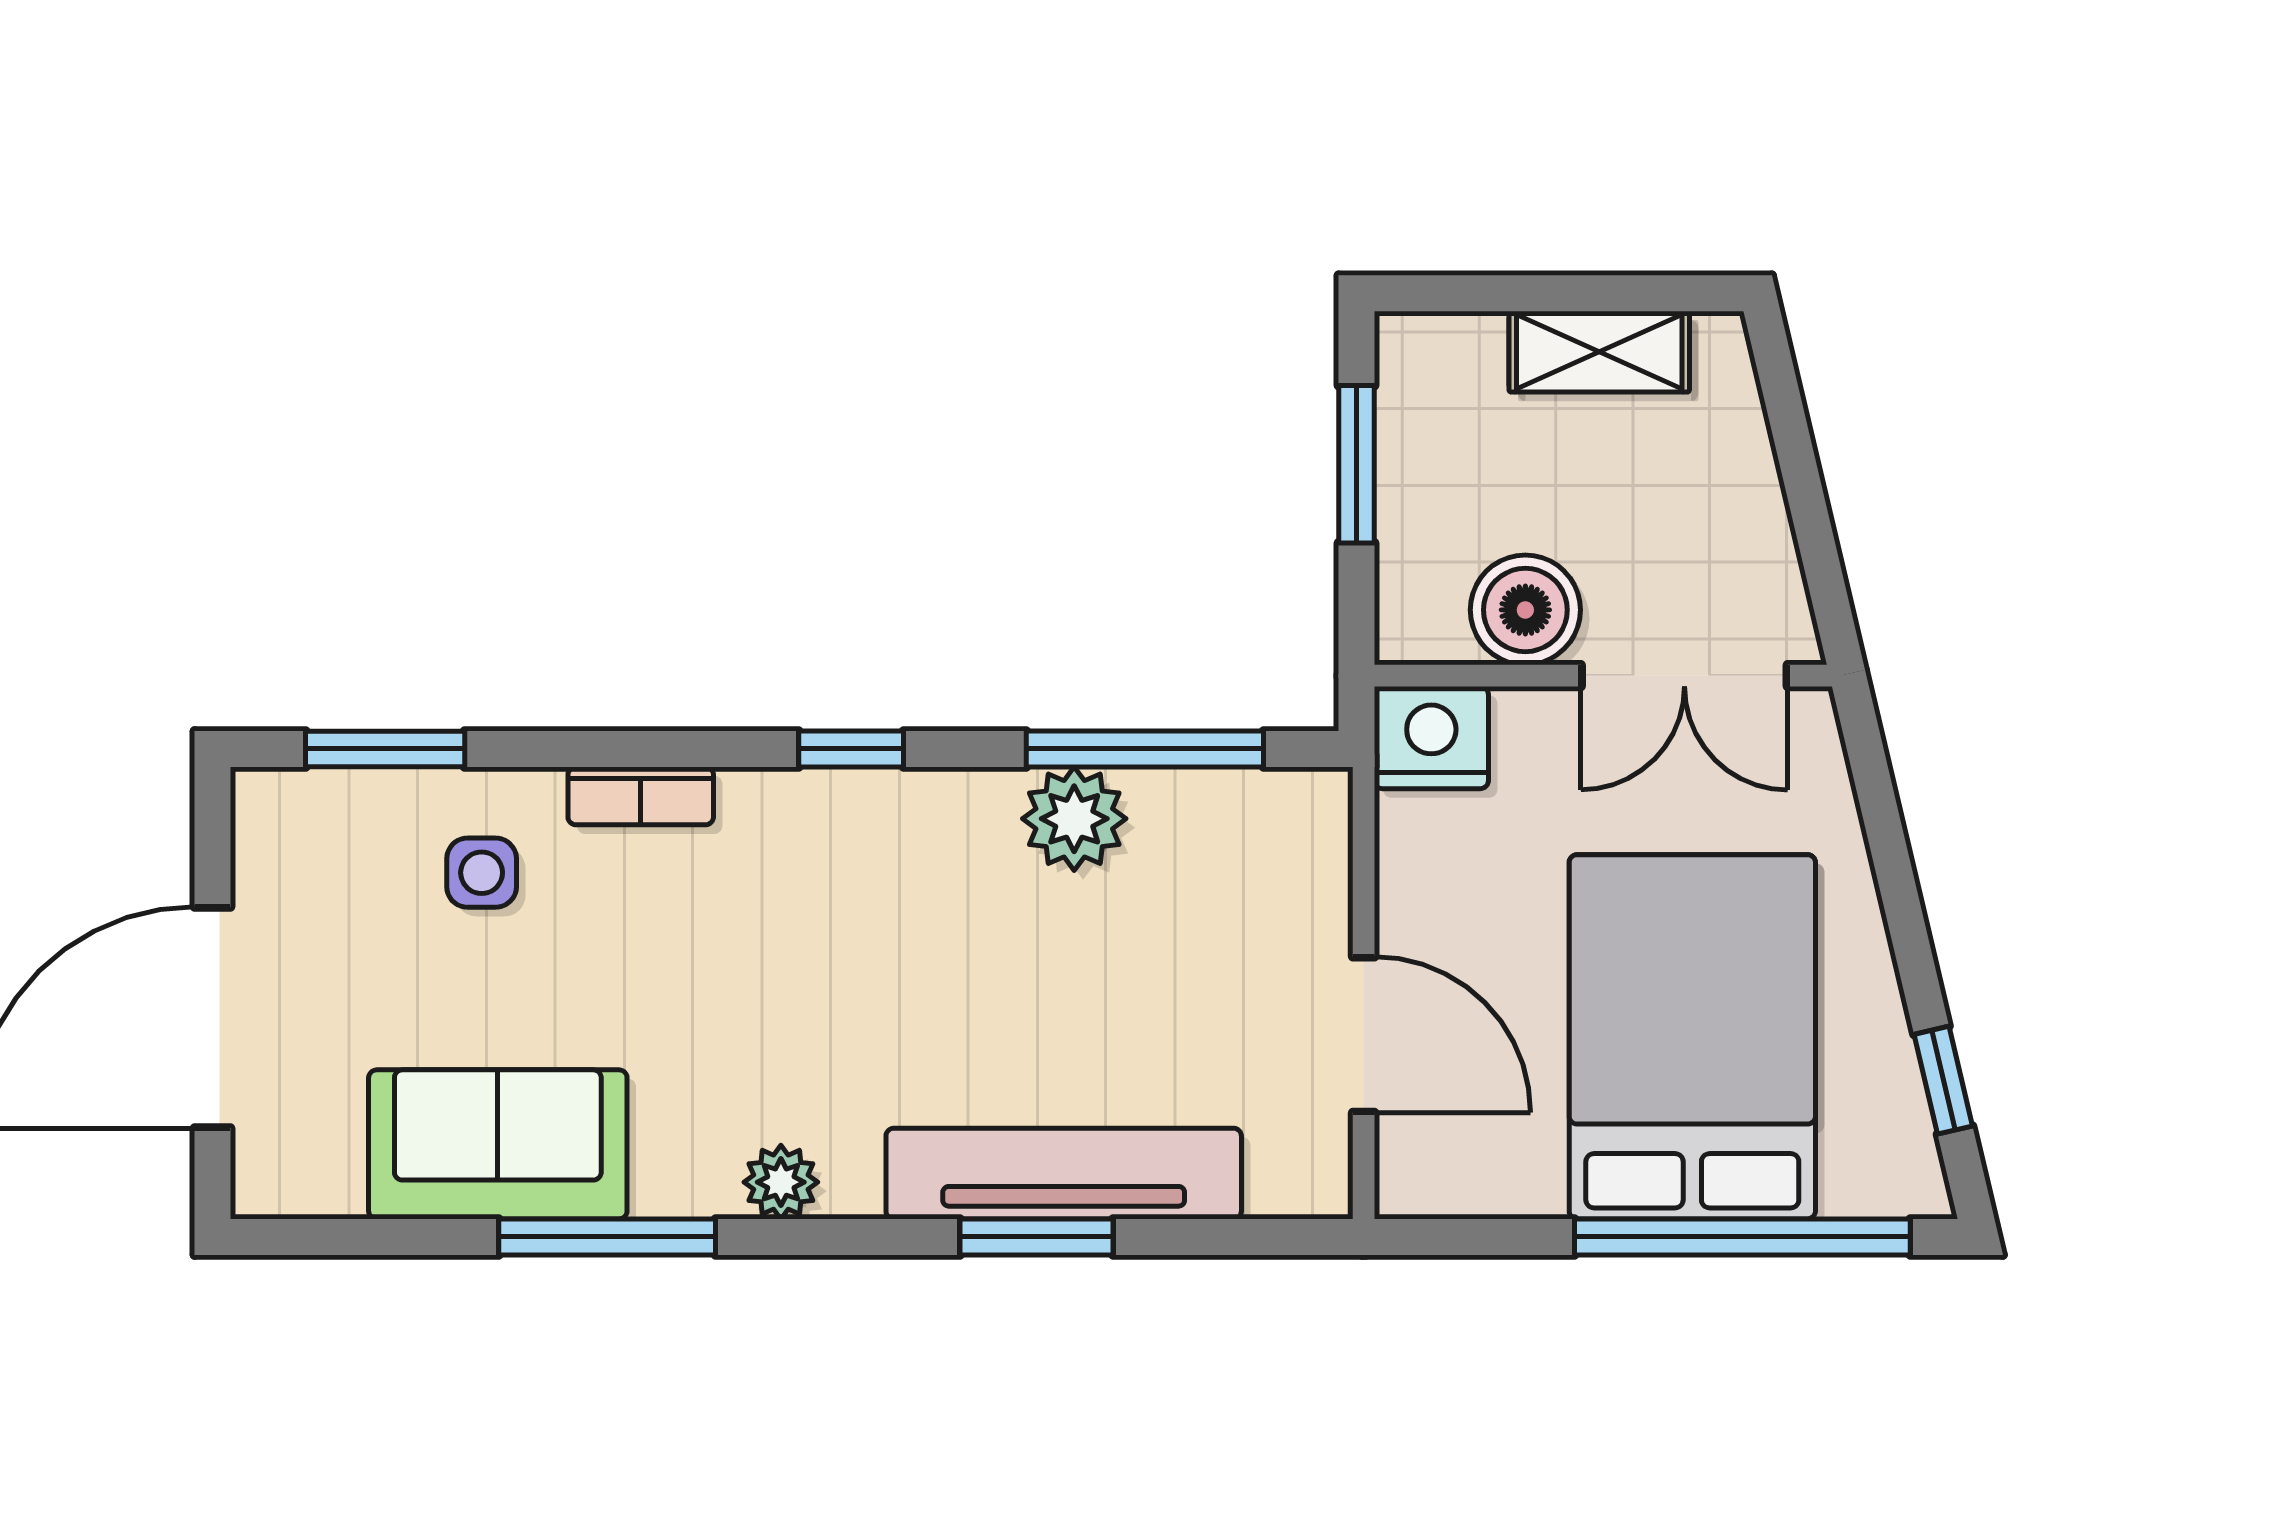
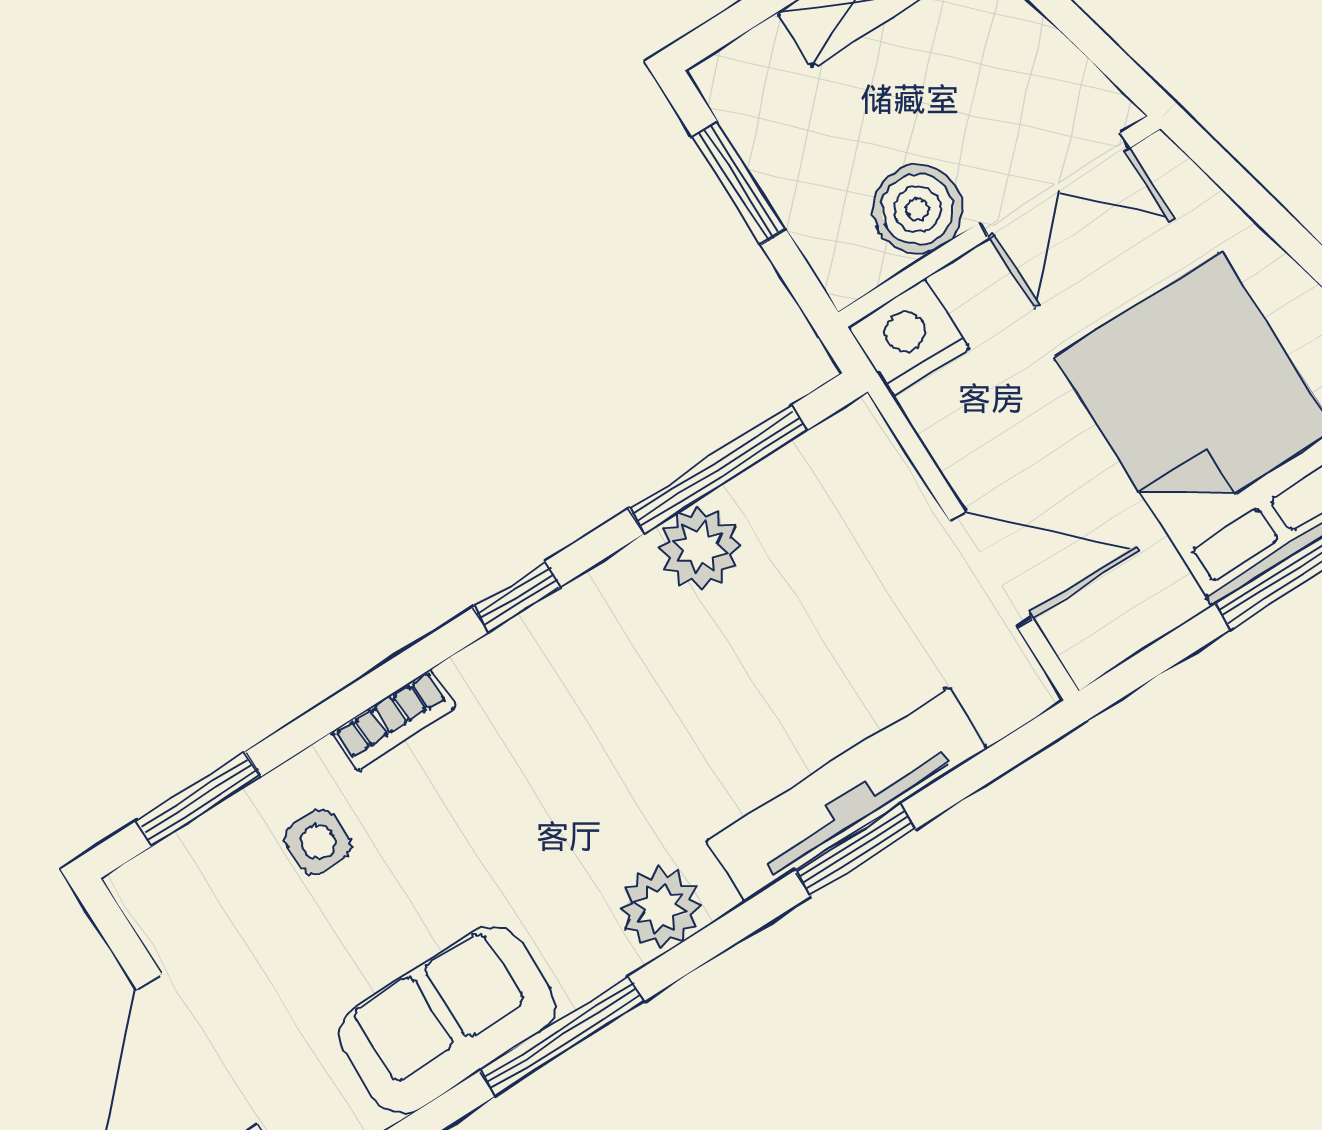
plant: (781, 1182) -> (660, 908), width x1.38, depth x1.38

